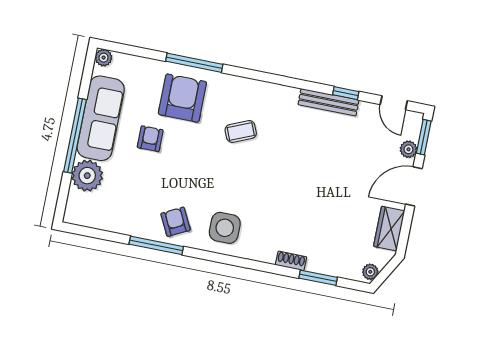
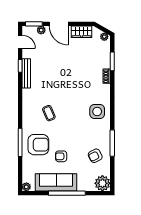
armchair: (182, 98) -> (38, 145), turned 180
door: (394, 103) -> (20, 42), hinge flipped
plant: (87, 176) -> (102, 183), moved
armchair: (176, 222) -> (95, 156), moved

